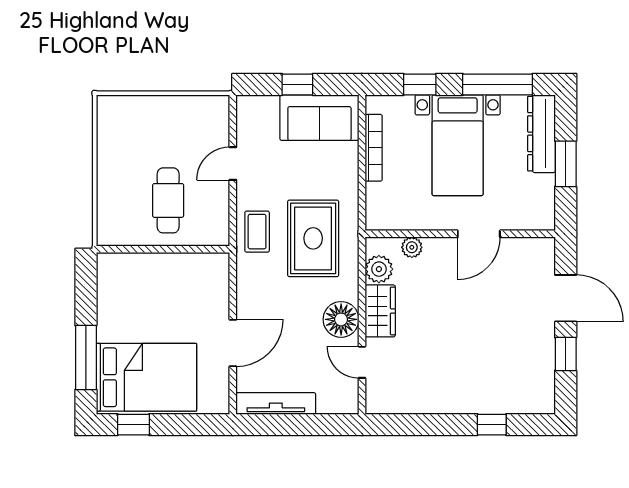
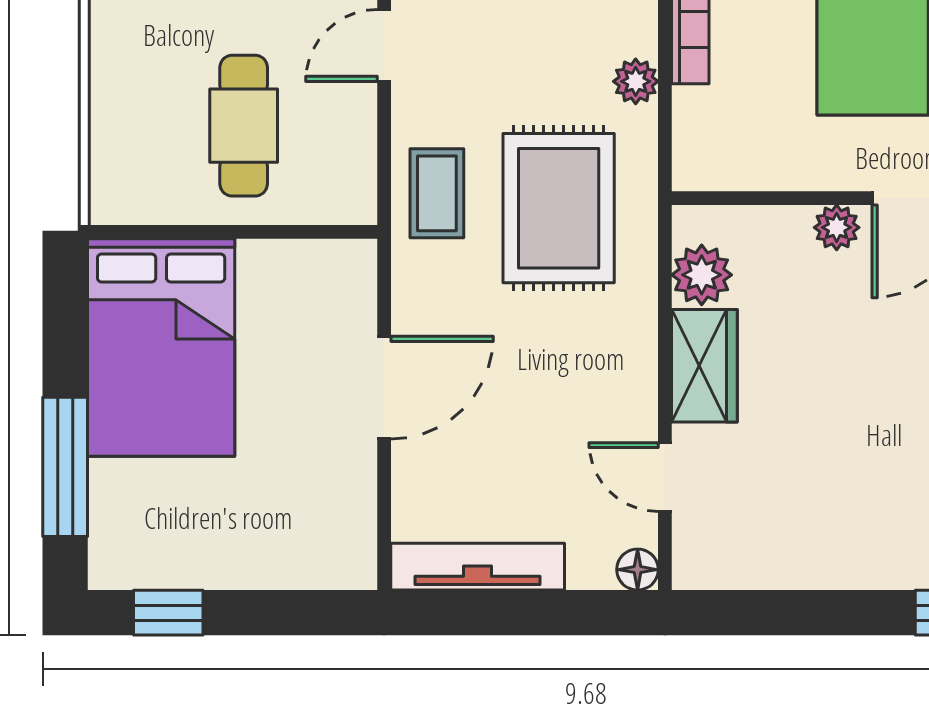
plant: (349, 180) -> (636, 81), added
plant: (412, 247) -> (837, 227), moved
floor lamp: (341, 319) -> (638, 570), moved, width x0.53, depth x0.53
door: (233, 343) -> (384, 388), moved
bed: (146, 377) -> (161, 348), moved, turned 90

